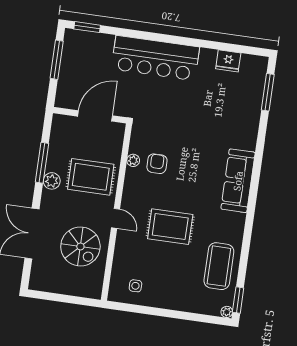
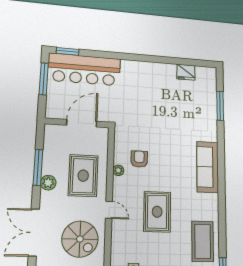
bar counter: (155, 58) -> (84, 69), moved
window: (268, 92) -> (220, 106), moved
plant: (133, 160) -> (118, 170), moved
rug: (91, 177) -> (83, 176), turned 90
rug: (170, 227) -> (157, 212), turned 90

